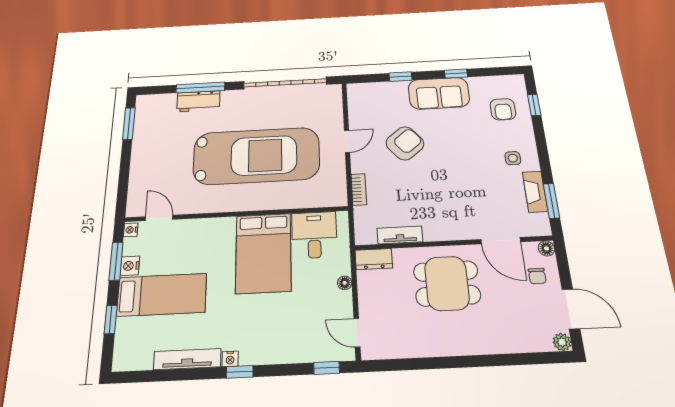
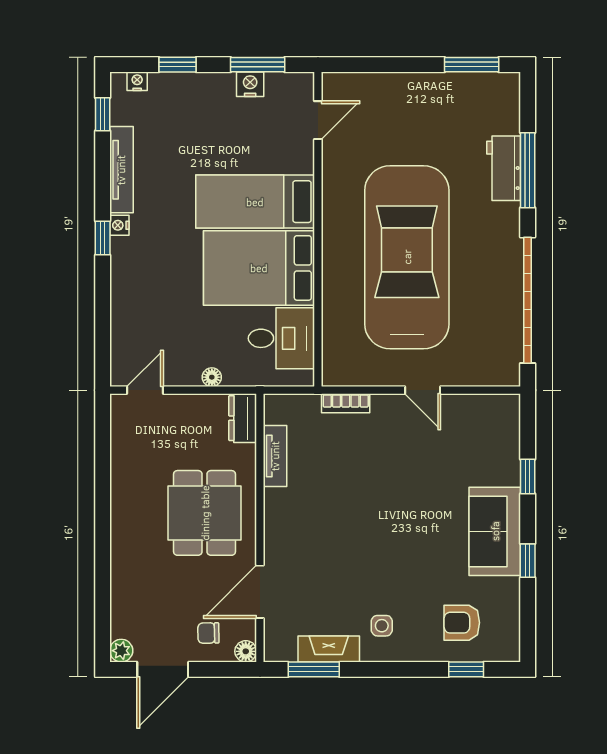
armchair: (405, 143) -> (414, 474), removed
car: (256, 156) -> (407, 257), turned 180
nightstand: (131, 230) -> (137, 81), moved
bed: (162, 295) -> (255, 202), moved, turned 90
window: (327, 368) -> (103, 114), moved

